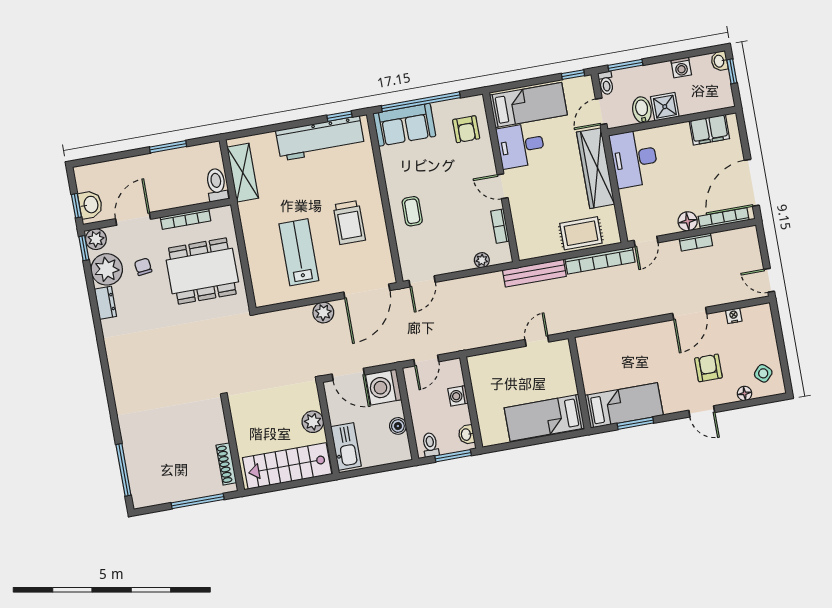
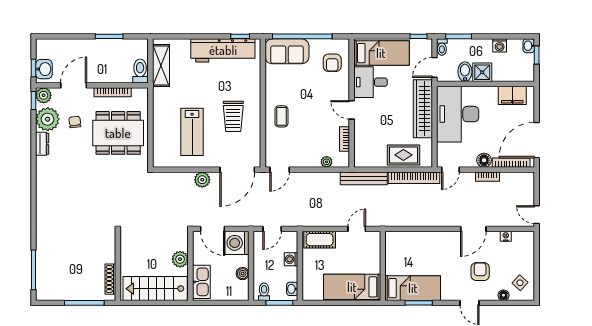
desk: (634, 158) -> (458, 114), width x1.36, depth x1.30
lab bench: (299, 252) -> (192, 132), turned 180
cot: (491, 364) -> (320, 240), added

